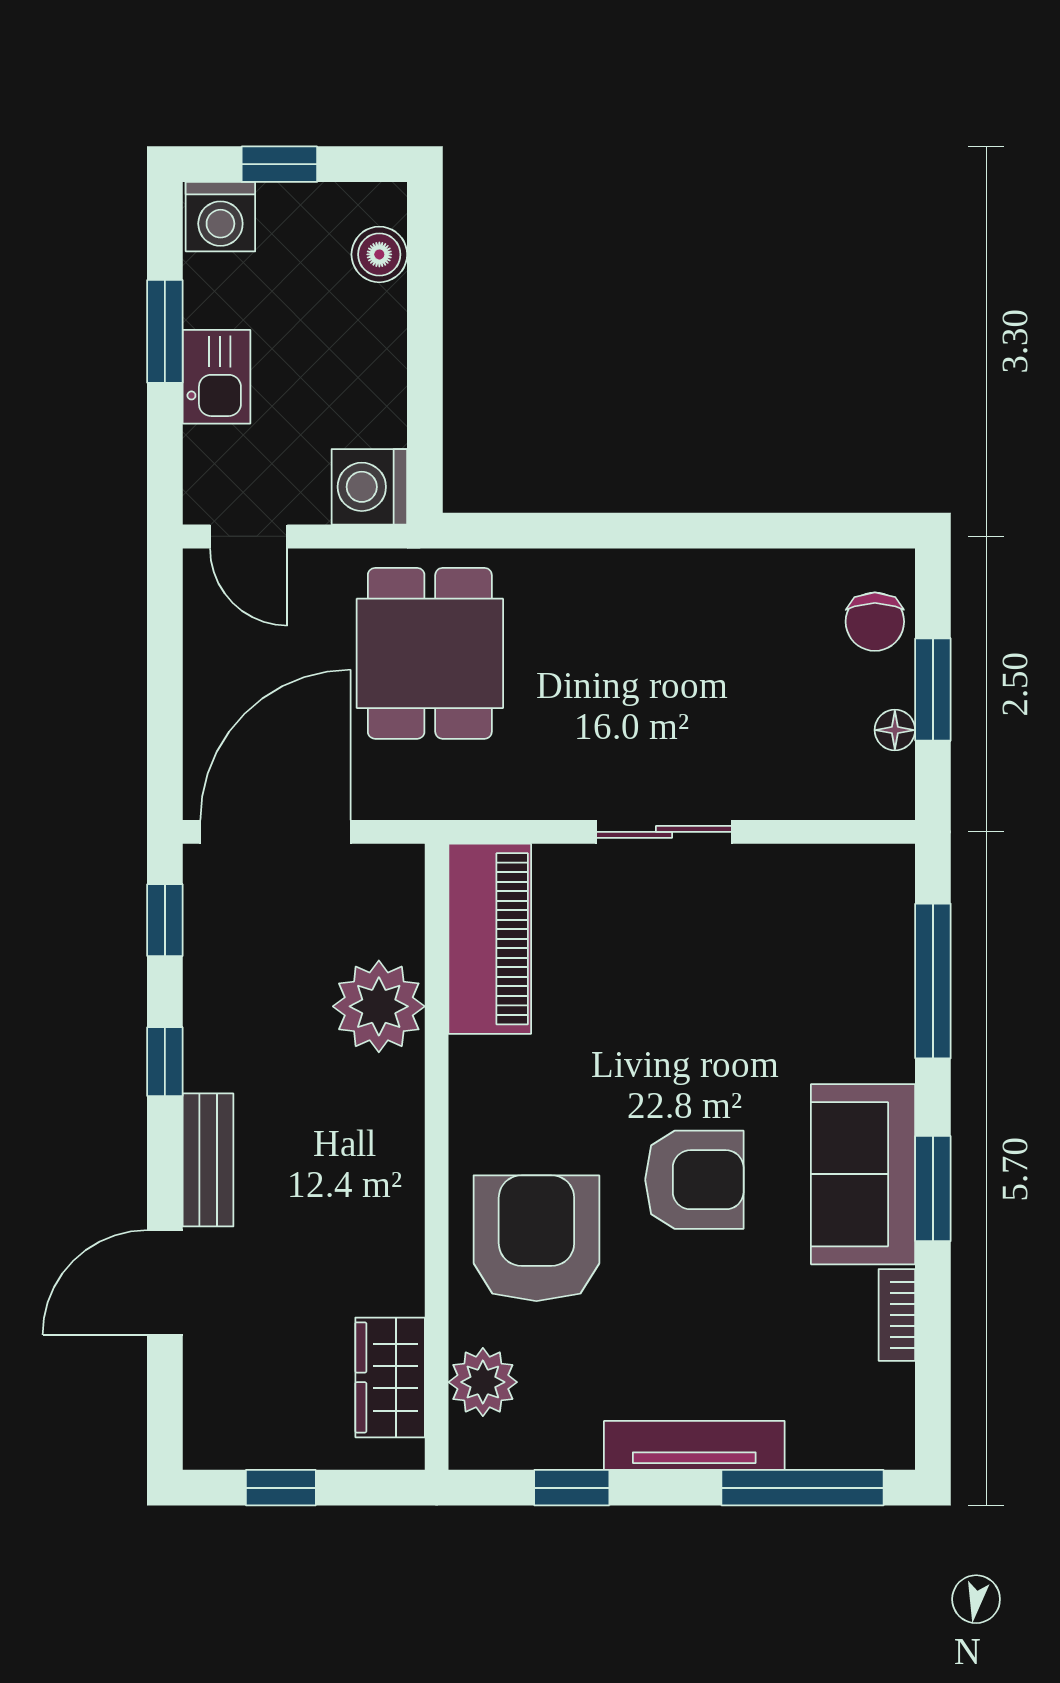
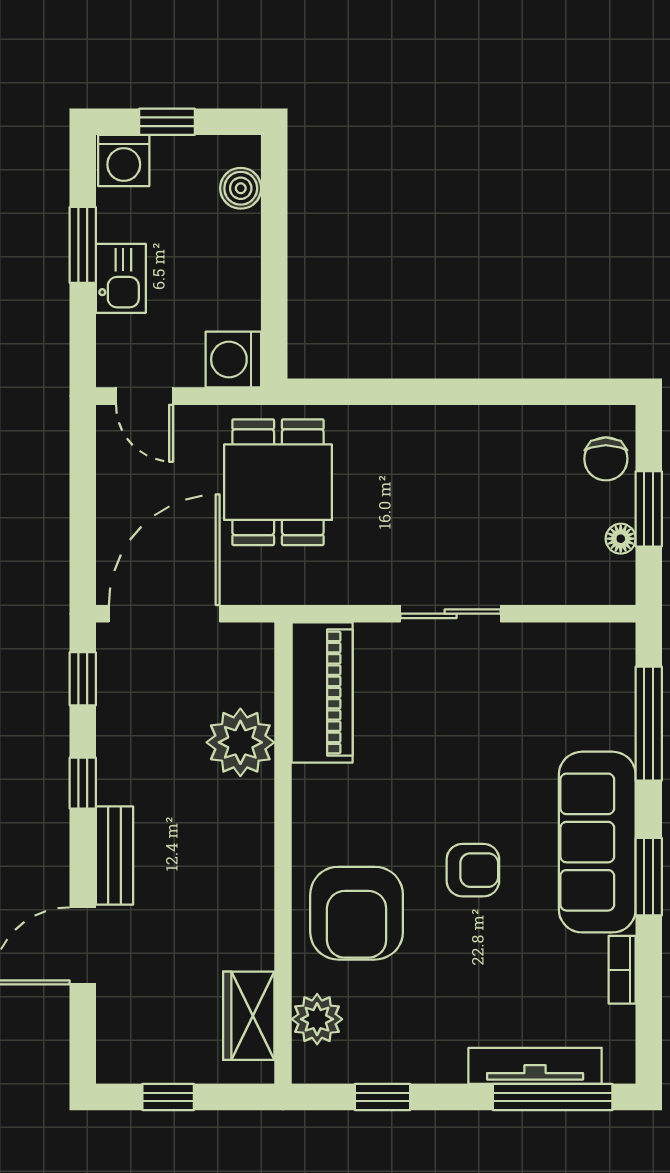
sofa: (863, 1174) -> (597, 842), width x1.36
armchair: (694, 1180) -> (473, 870), width x0.72, depth x0.72
armchair: (536, 1238) -> (357, 913), turned 180
tv unit: (694, 1445) -> (535, 1066), moved

